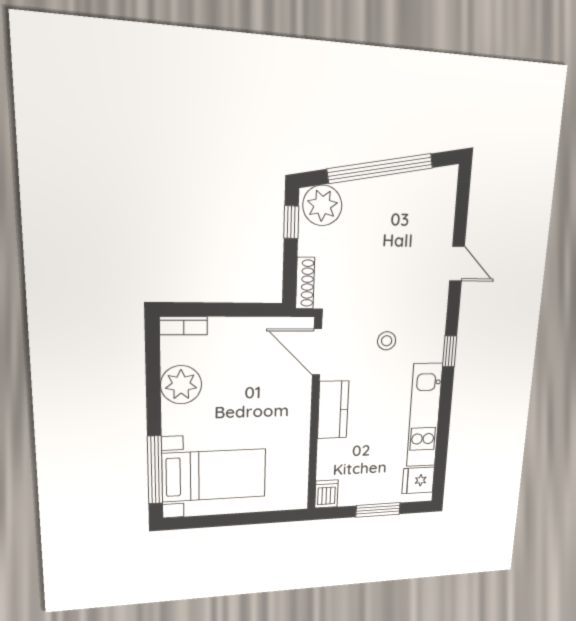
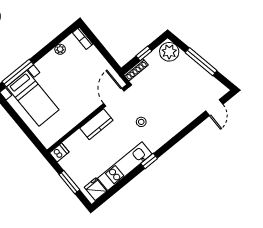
window: (380, 168) -> (201, 62), width x0.68
window: (291, 222) -> (144, 53), moved
door: (457, 264) -> (214, 108), moved
window: (450, 351) -> (149, 161), moved
plant: (181, 385) -> (60, 49), width x0.53, depth x0.53

